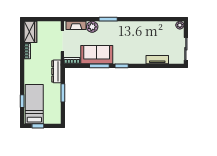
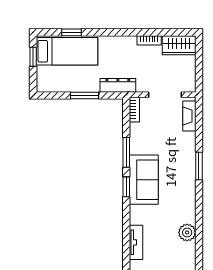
plant: (92, 27) -> (187, 232), moved
sofa: (97, 55) -> (144, 180), moved

